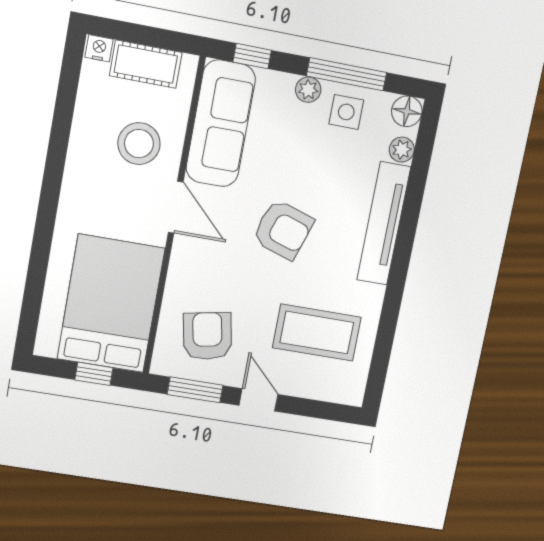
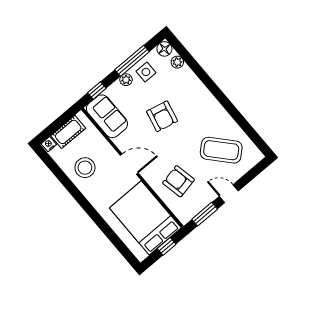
sofa: (221, 124) -> (107, 116), width x0.73
stool: (139, 144) -> (85, 168), moved
tv unit: (384, 223) -> (200, 91), removed
armchair: (283, 230) -> (162, 116), moved, turned 85
coffee table: (317, 333) -> (221, 150), turned 48
armchair: (207, 336) -> (179, 181), moved

